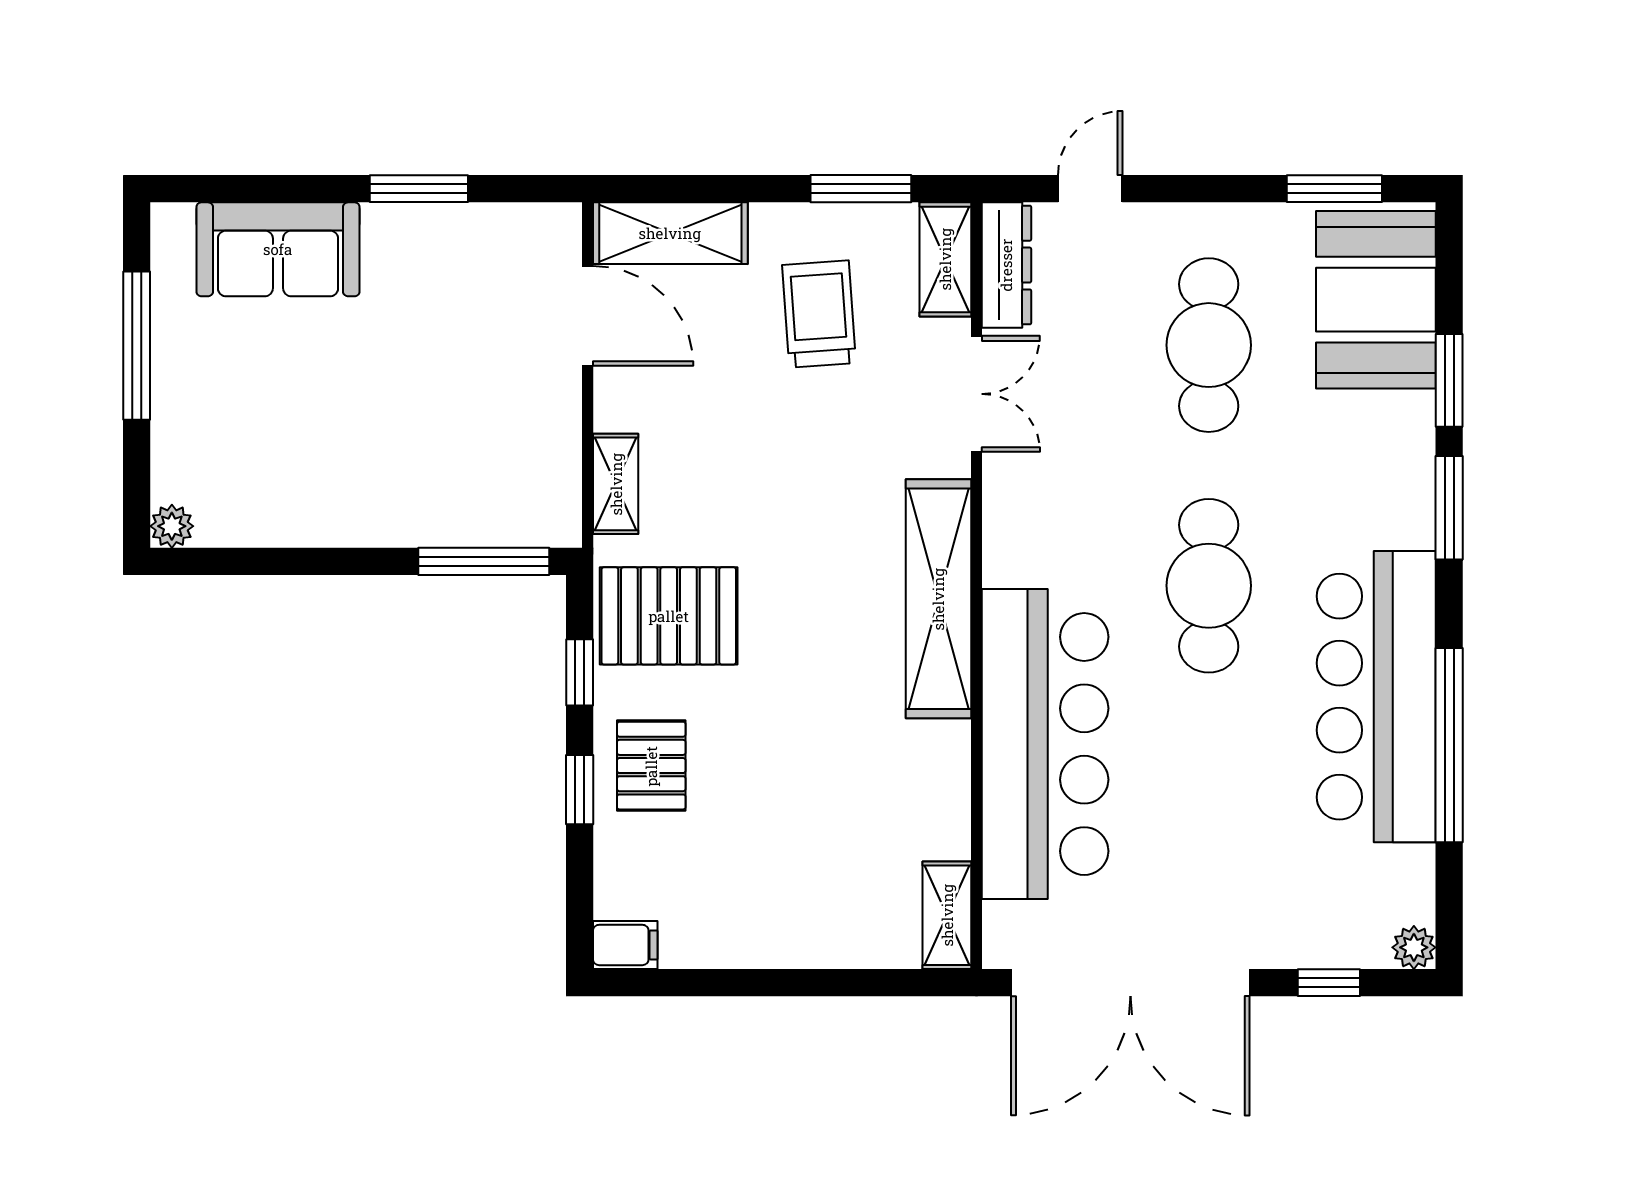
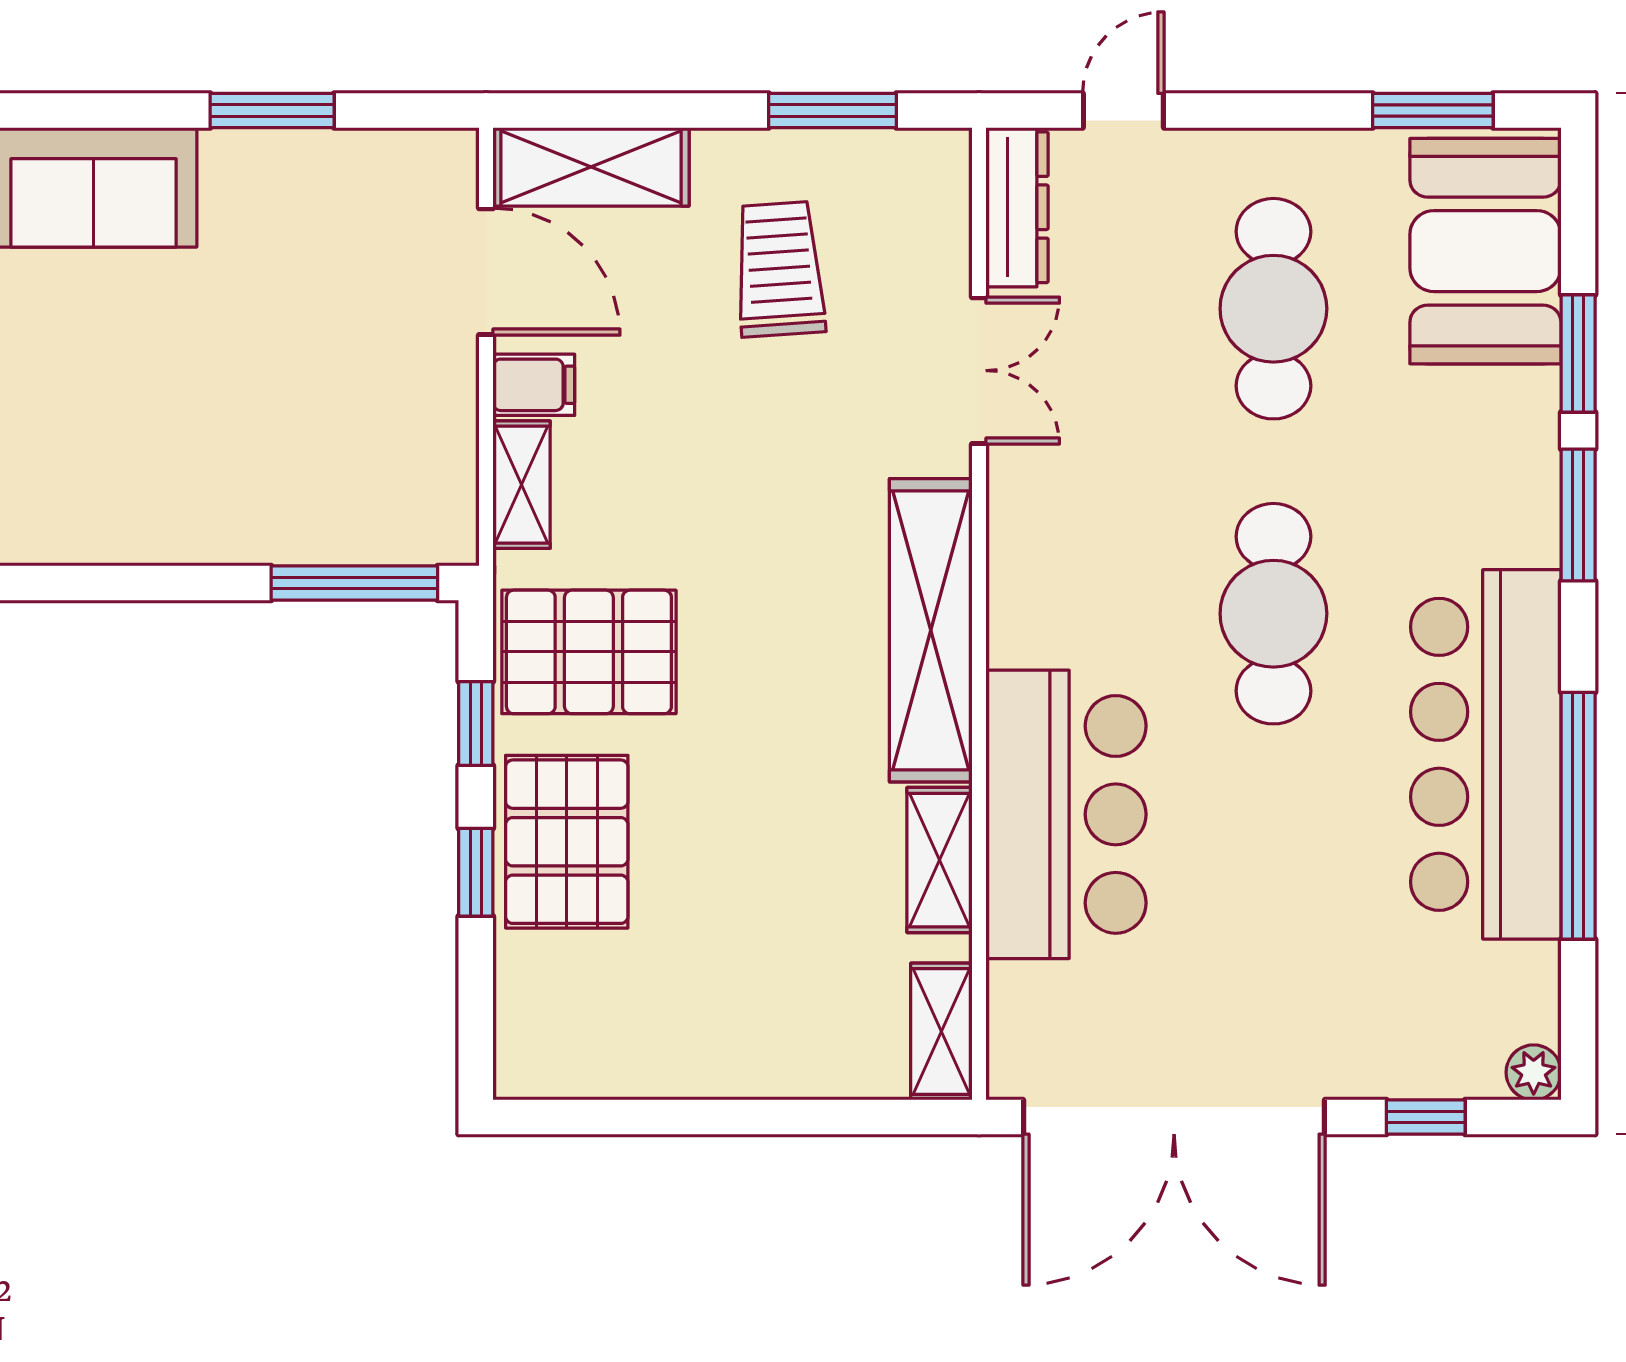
shelving: (945, 259) -> (940, 860), moved
bar counter: (1045, 744) -> (1066, 814), width x0.73
pallet: (651, 766) -> (567, 842), width x1.50, depth x1.42
filing cabinet: (625, 945) -> (534, 385), moved

